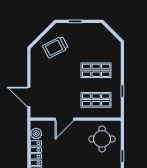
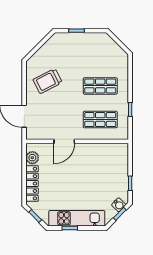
trolley: (55, 47) -> (48, 81), moved
round table: (102, 139) -> (107, 164), removed

